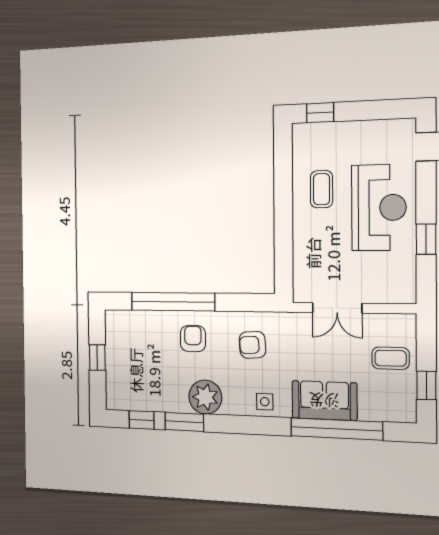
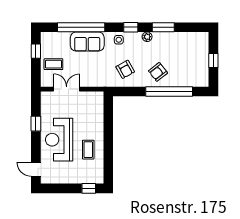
double door: (337, 308) -> (67, 89), moved
armchair: (193, 339) -> (158, 72), turned 52
armchair: (252, 345) -> (125, 69), turned 65
plant: (205, 397) -> (147, 37), width x0.53, depth x0.53
window: (142, 420) -> (131, 27), moved

